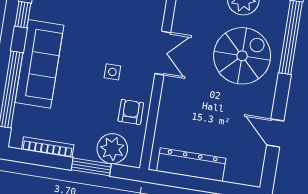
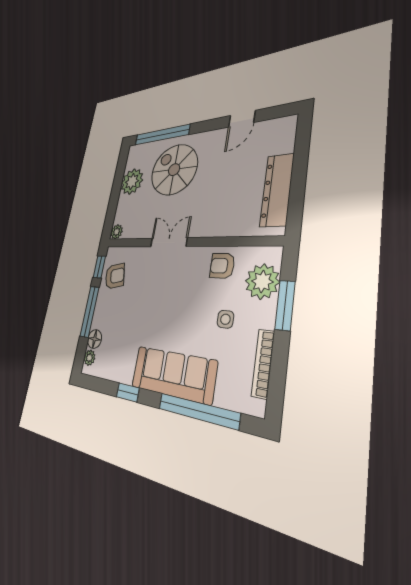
side table: (112, 72) -> (225, 319), moved

